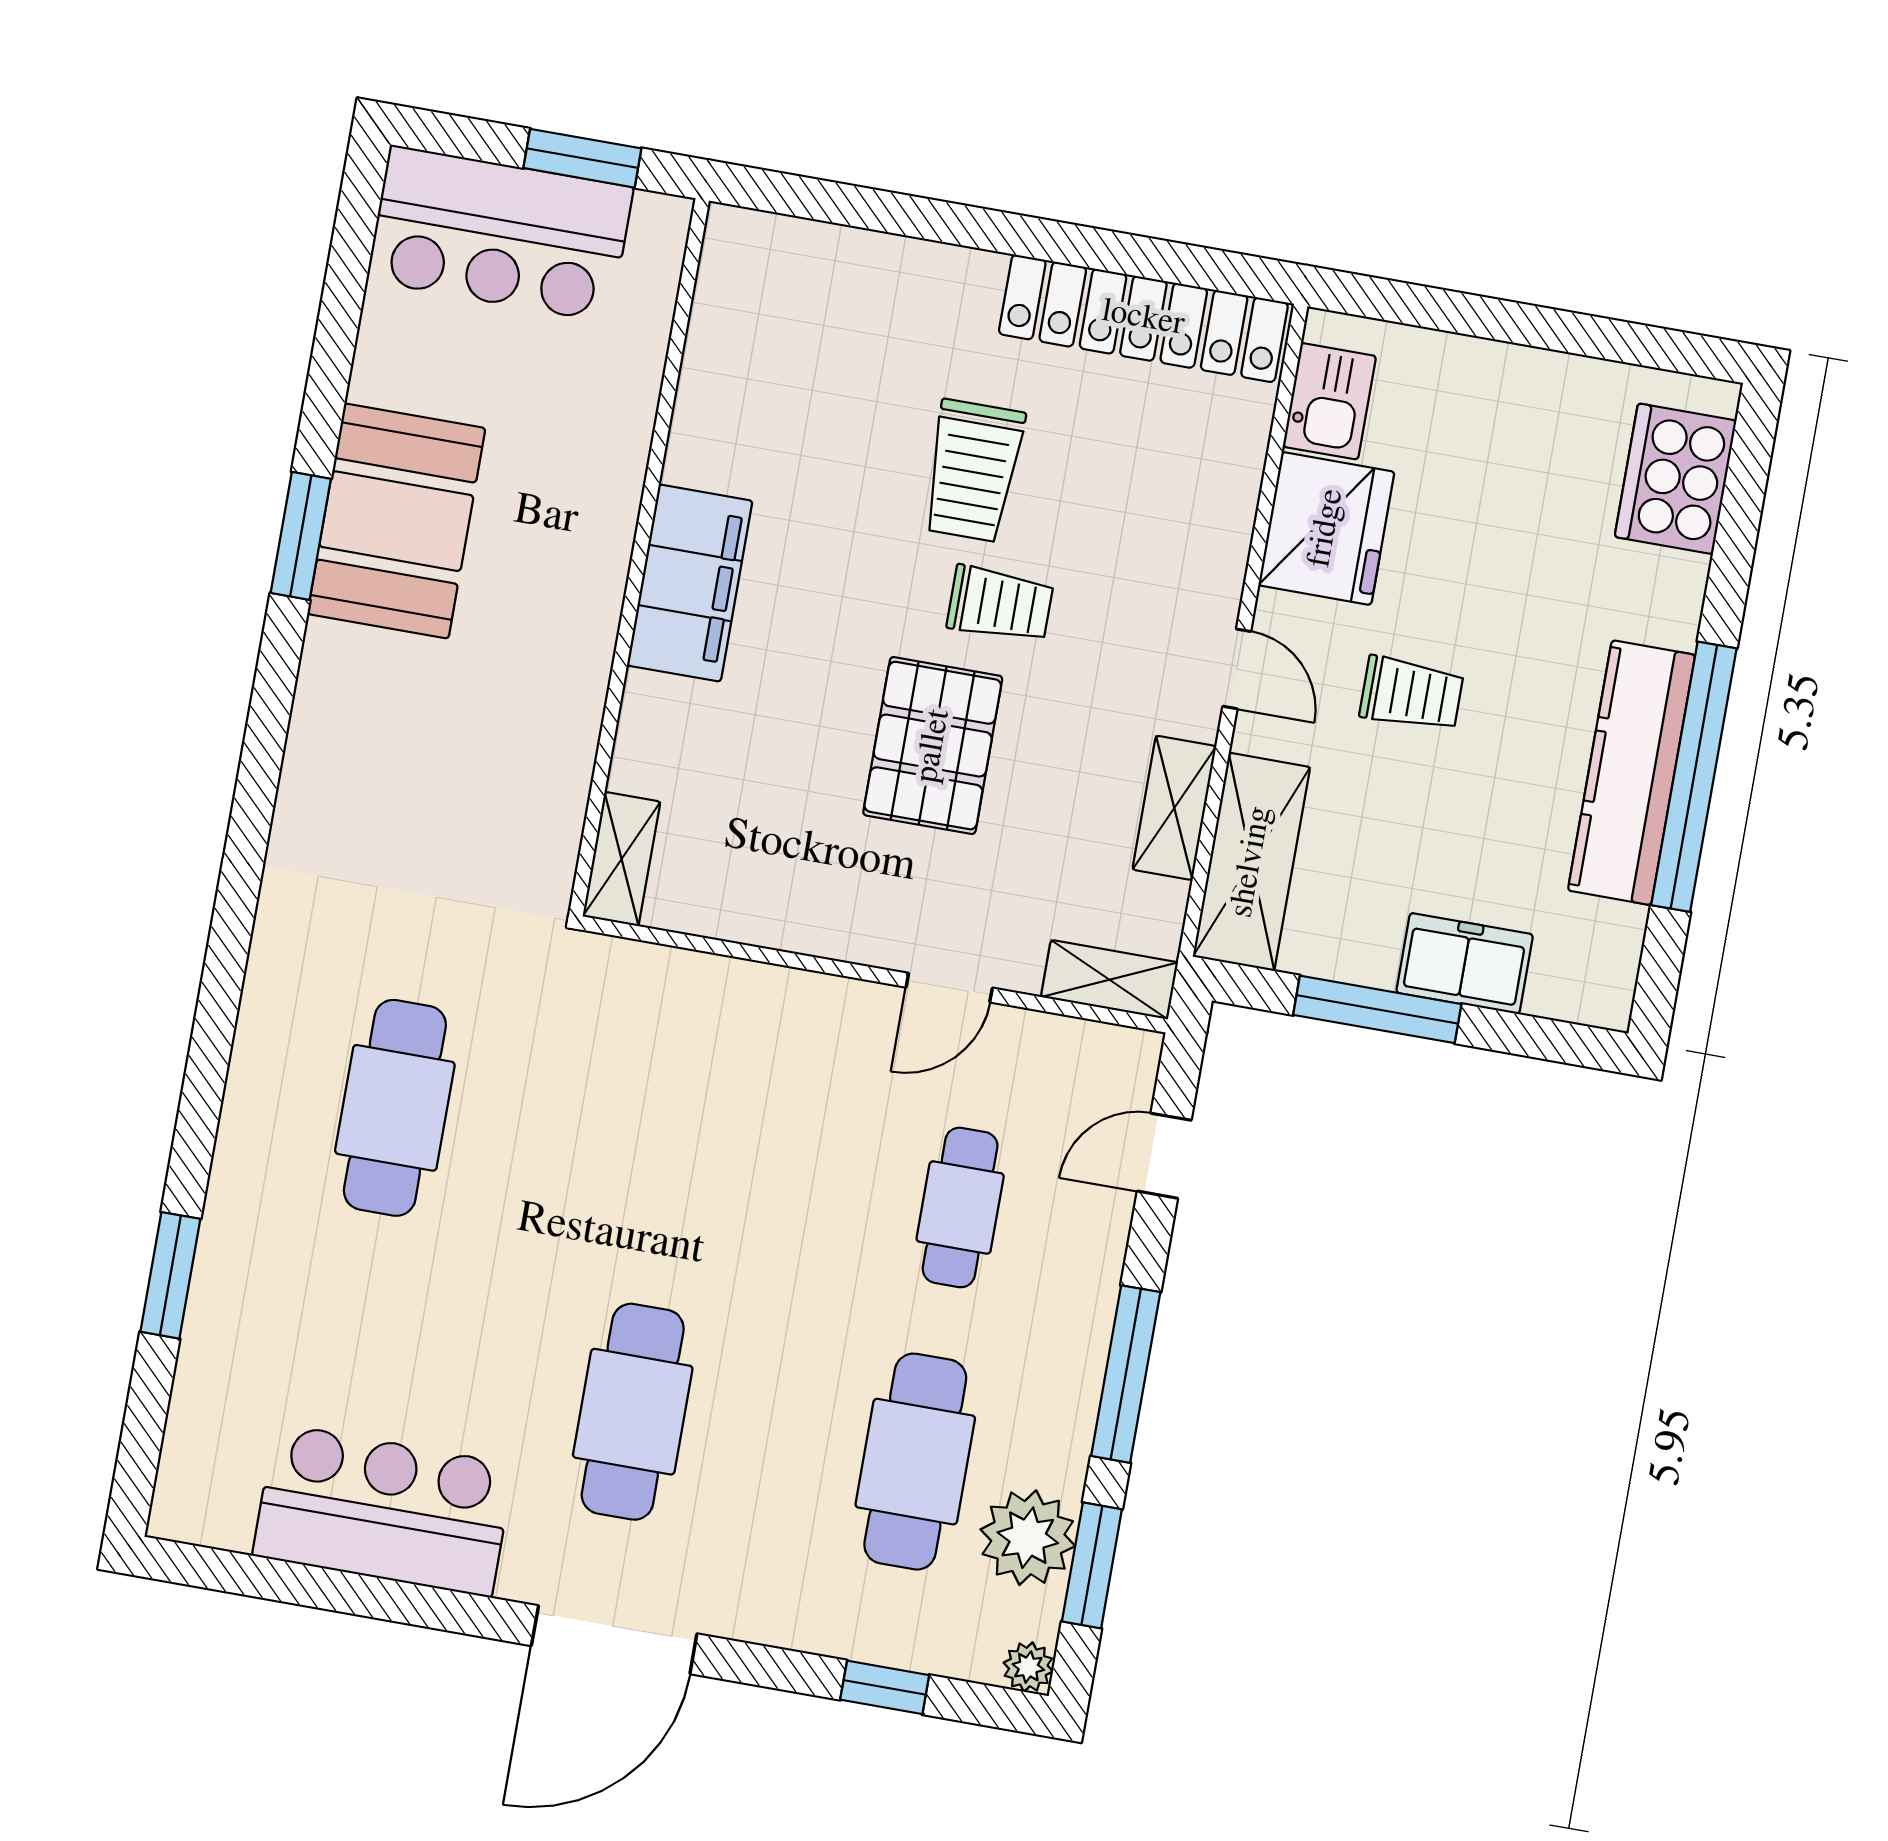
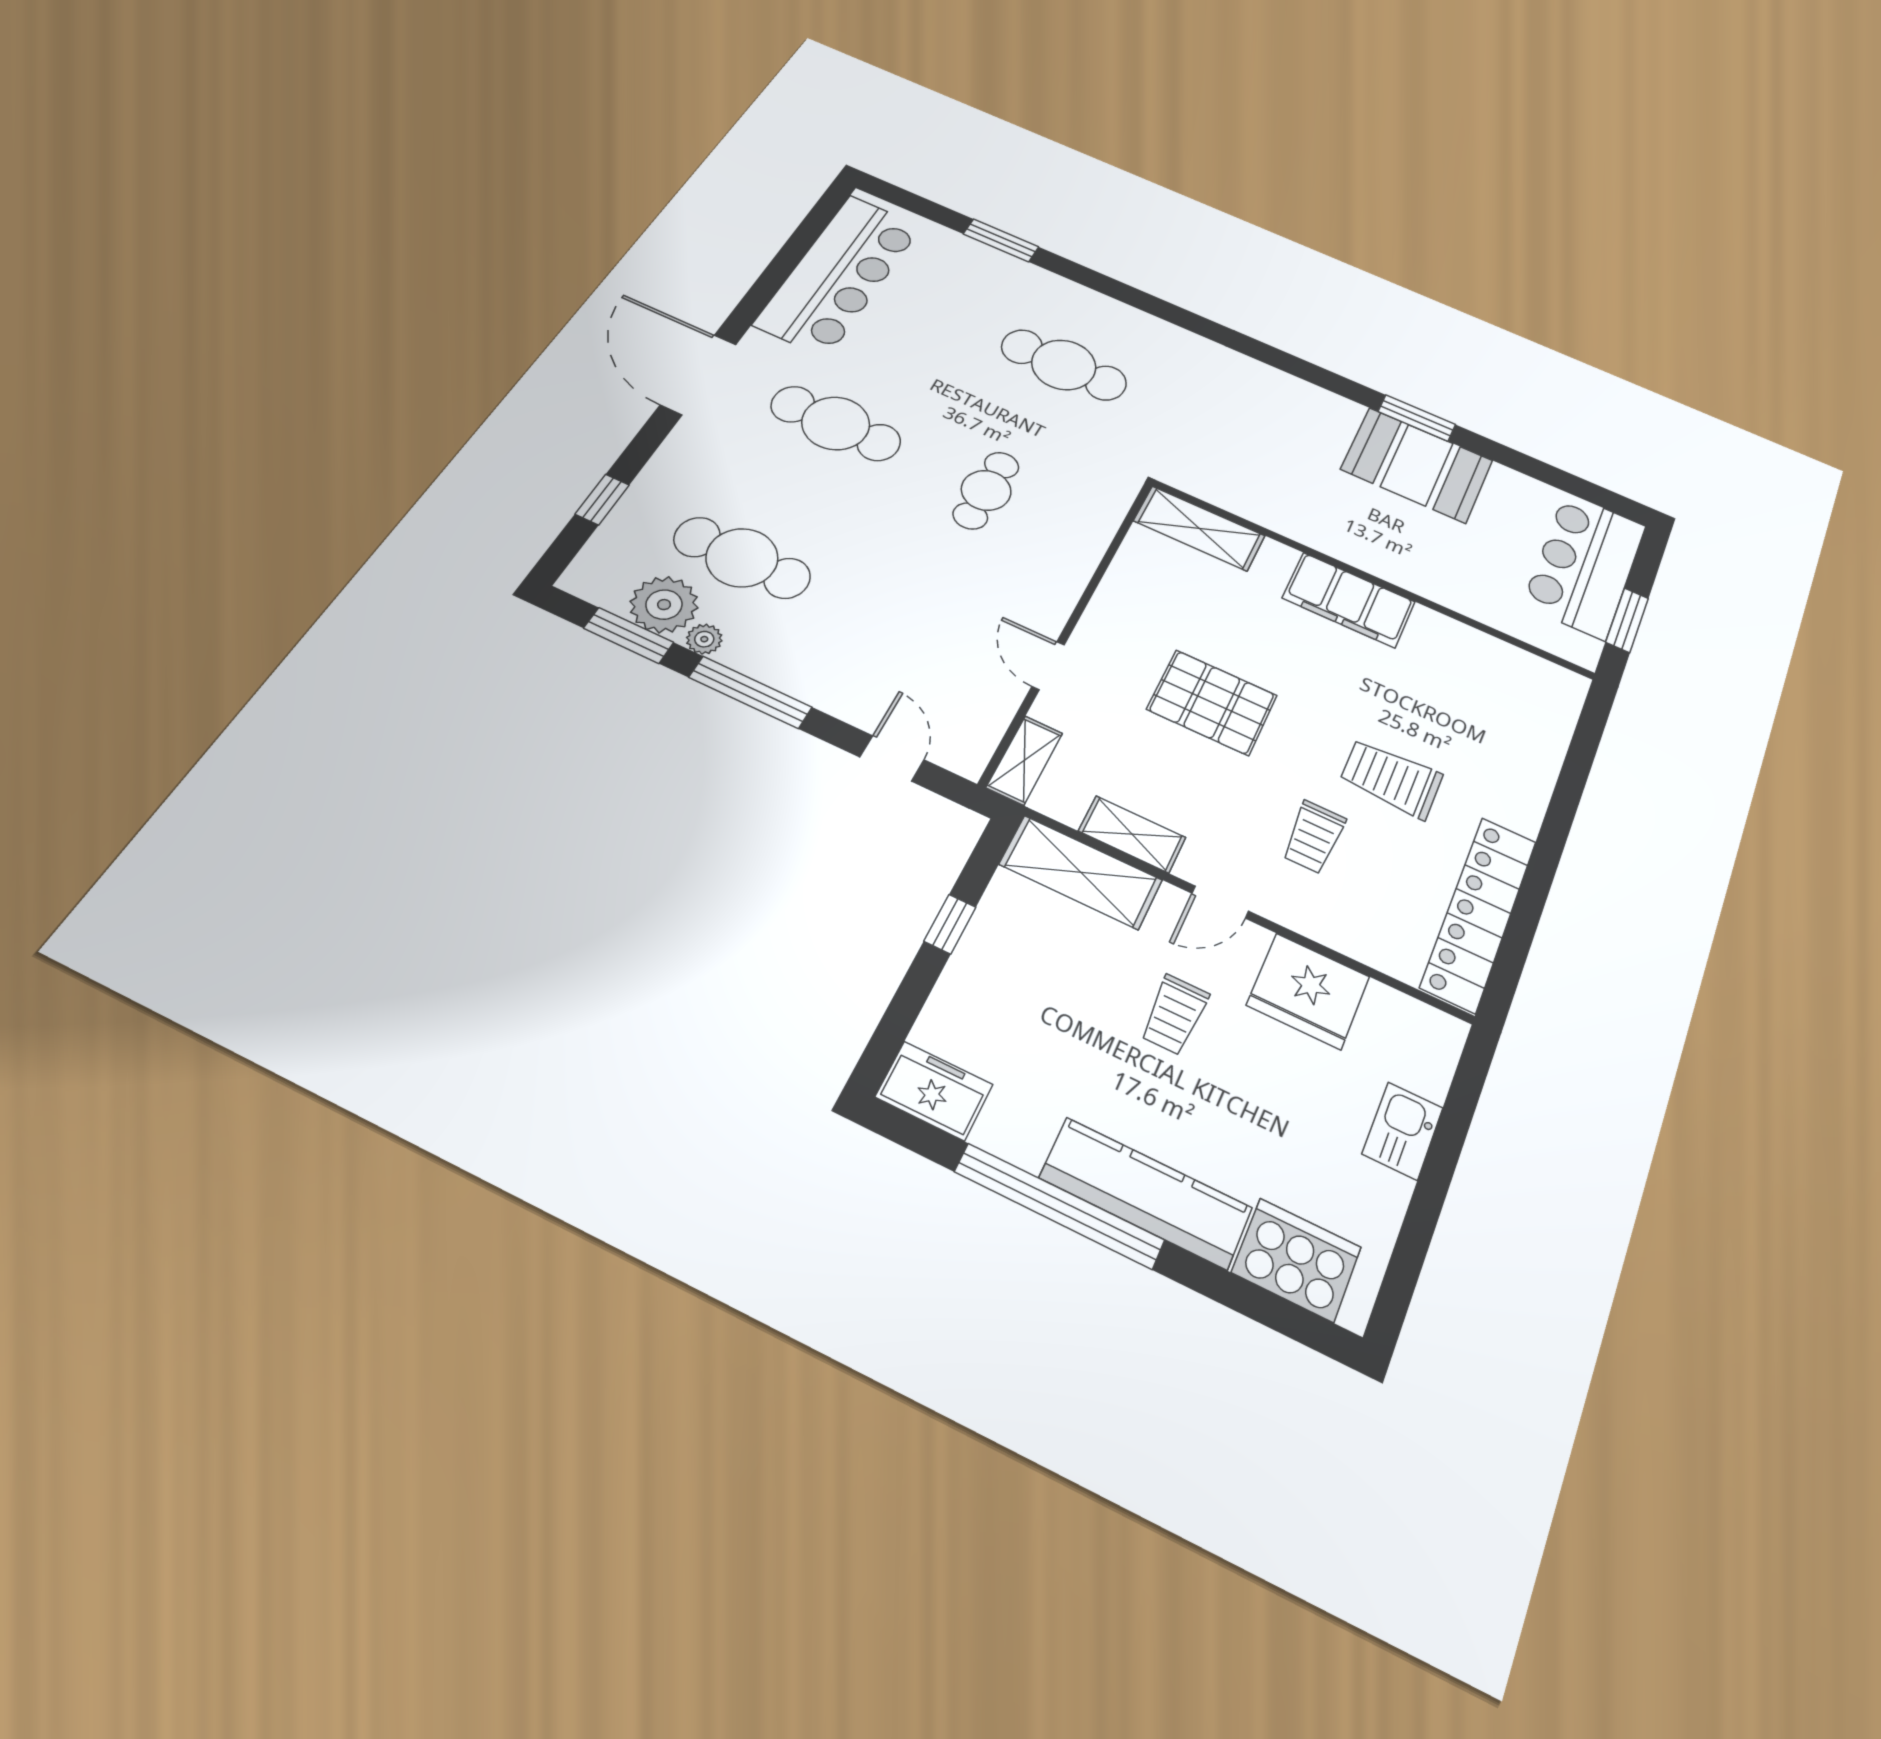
kitchen sink: (1329, 401) -> (1403, 1131), moved, turned 90
trolley: (1000, 604) -> (1314, 837), moved
kitchen counter: (1632, 773) -> (1146, 1193), moved
shelving: (622, 859) -> (1199, 528), width x1.50, depth x1.33
freezer: (1465, 963) -> (934, 1091), moved, turned -90
window: (1377, 1009) -> (950, 924), width x0.46
cafe table: (960, 1207) -> (986, 490), moved, turned 90
bar counter: (383, 1510) -> (839, 275), width x1.36
plant: (1028, 1667) -> (704, 639), moved

